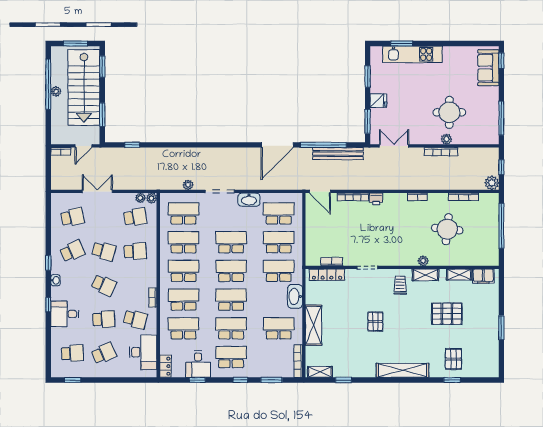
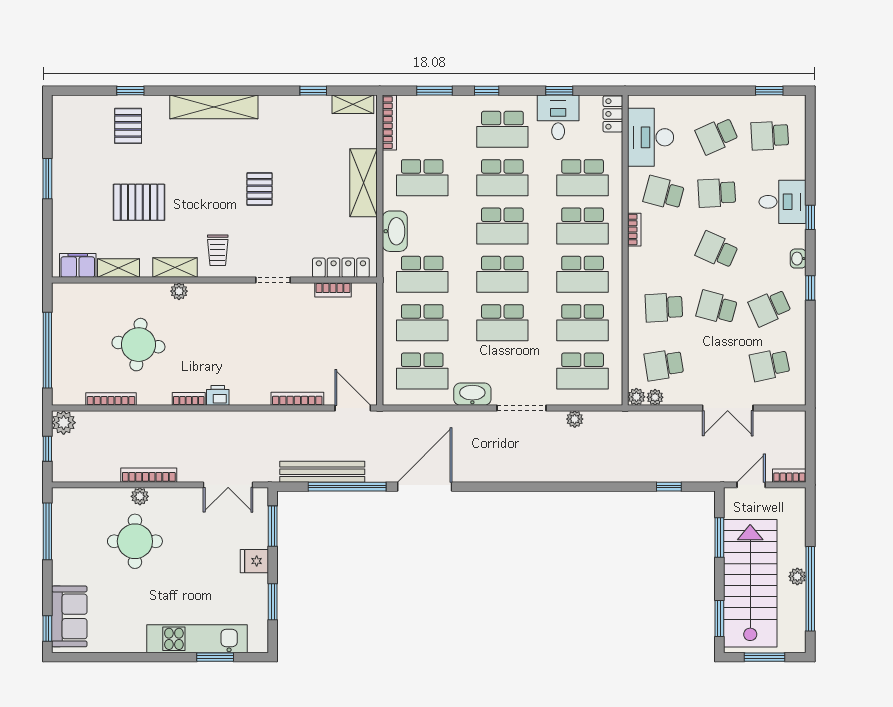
printer: (376, 199) -> (218, 395), moved

